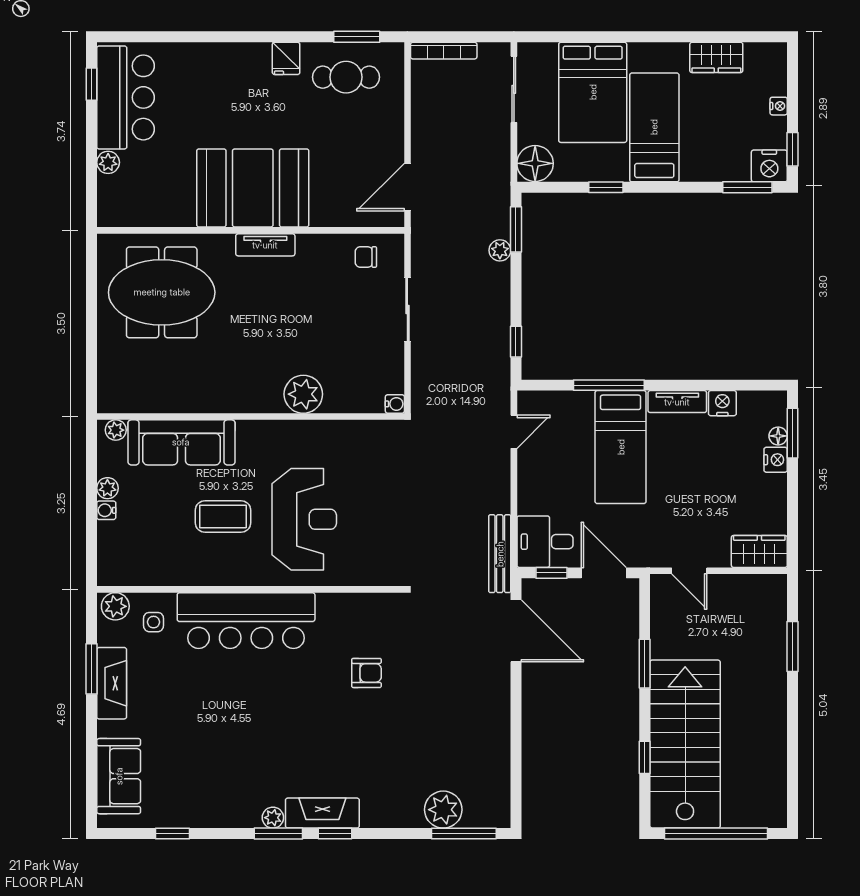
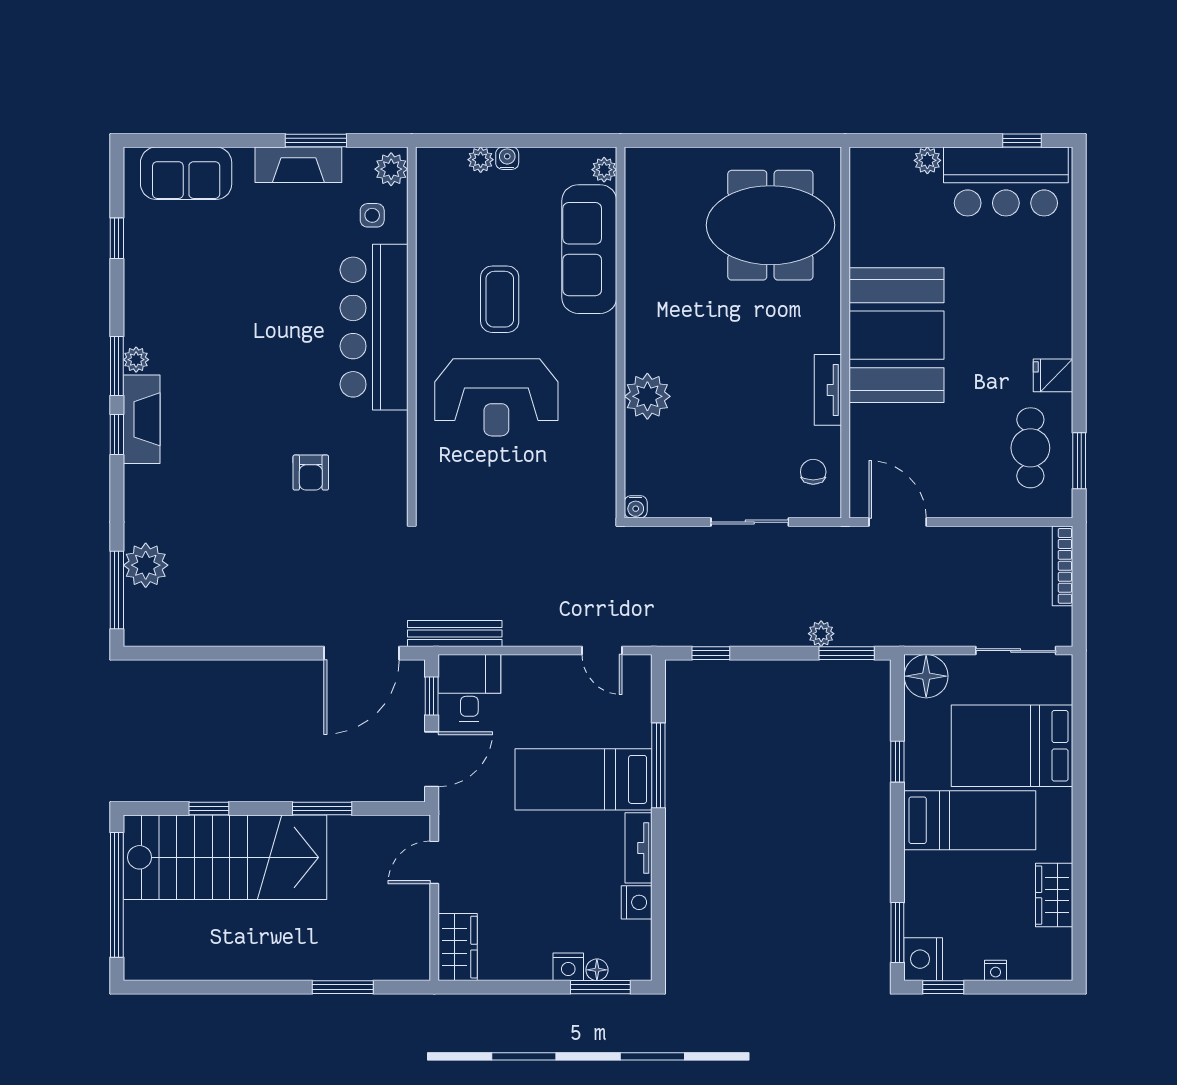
tv unit: (265, 245) -> (828, 390), moved
meeting table: (162, 292) -> (770, 225), turned 90
plant: (107, 488) -> (481, 160), moved

